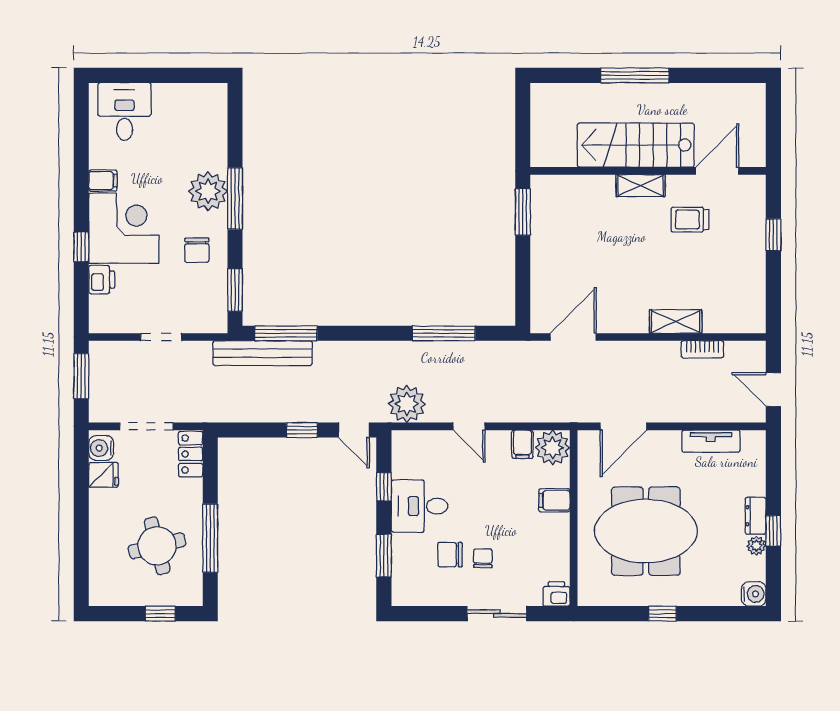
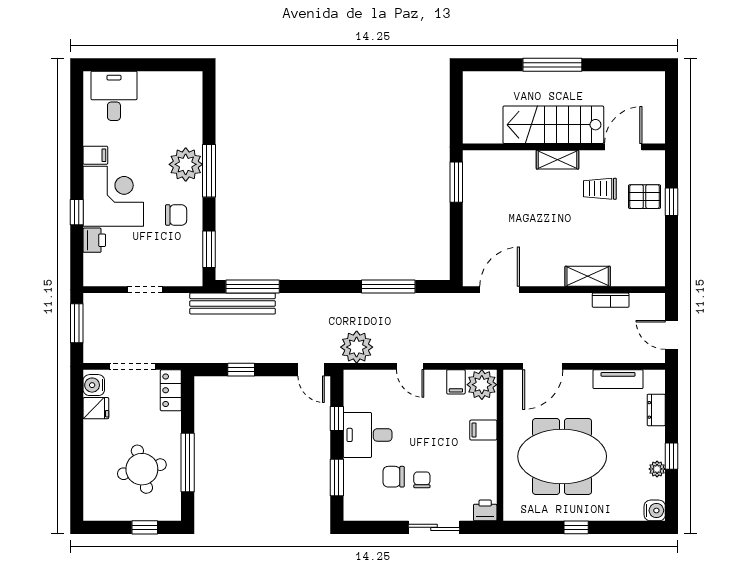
pallet: (742, 229) -> (645, 197), added
chair: (197, 250) -> (176, 215), turned -90
window: (302, 430) -> (241, 370), moved
dresser: (755, 516) -> (656, 410), moved

